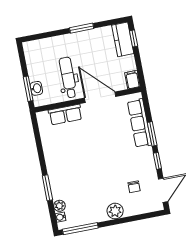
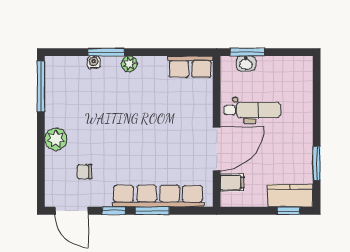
window: (82, 28) -> (317, 163), moved
filing cabinet: (132, 80) -> (232, 183), moved
row of seats: (65, 115) -> (190, 67), moved, turned -90
row of seats: (139, 123) -> (158, 196), width x1.36
plant: (59, 206) -> (129, 64), moved
water cooler: (61, 217) -> (94, 62), moved

